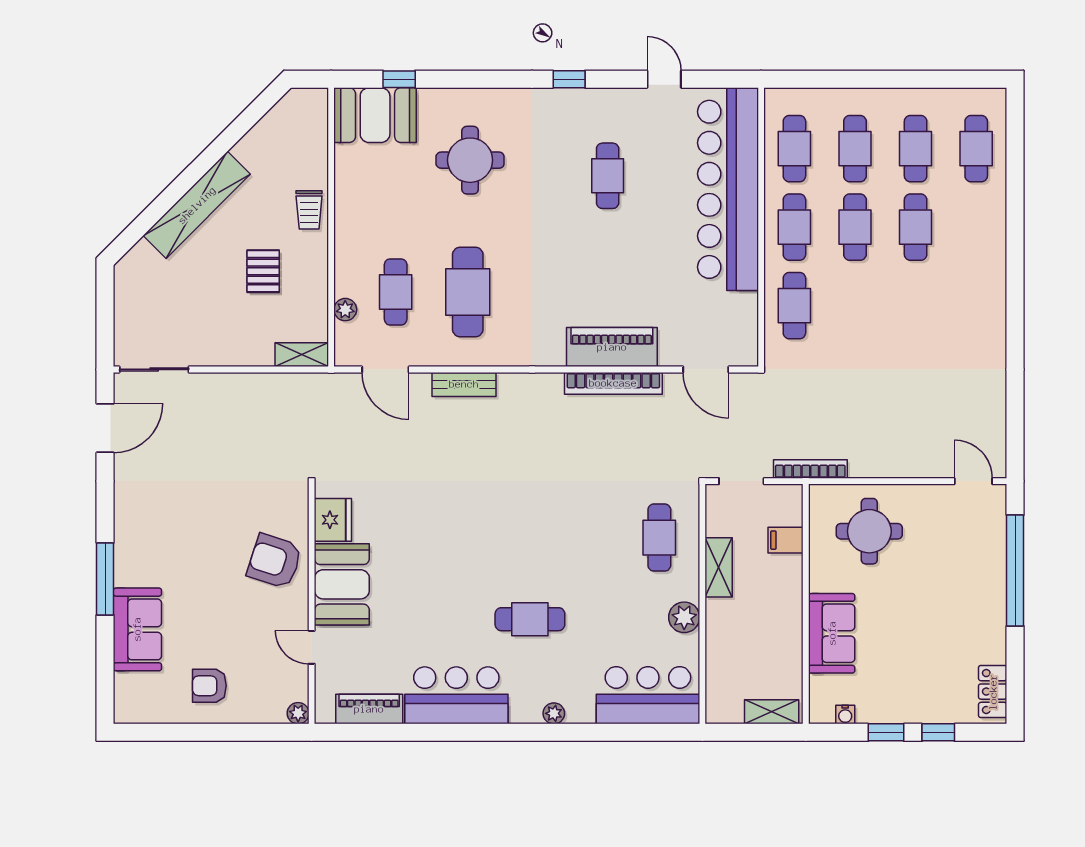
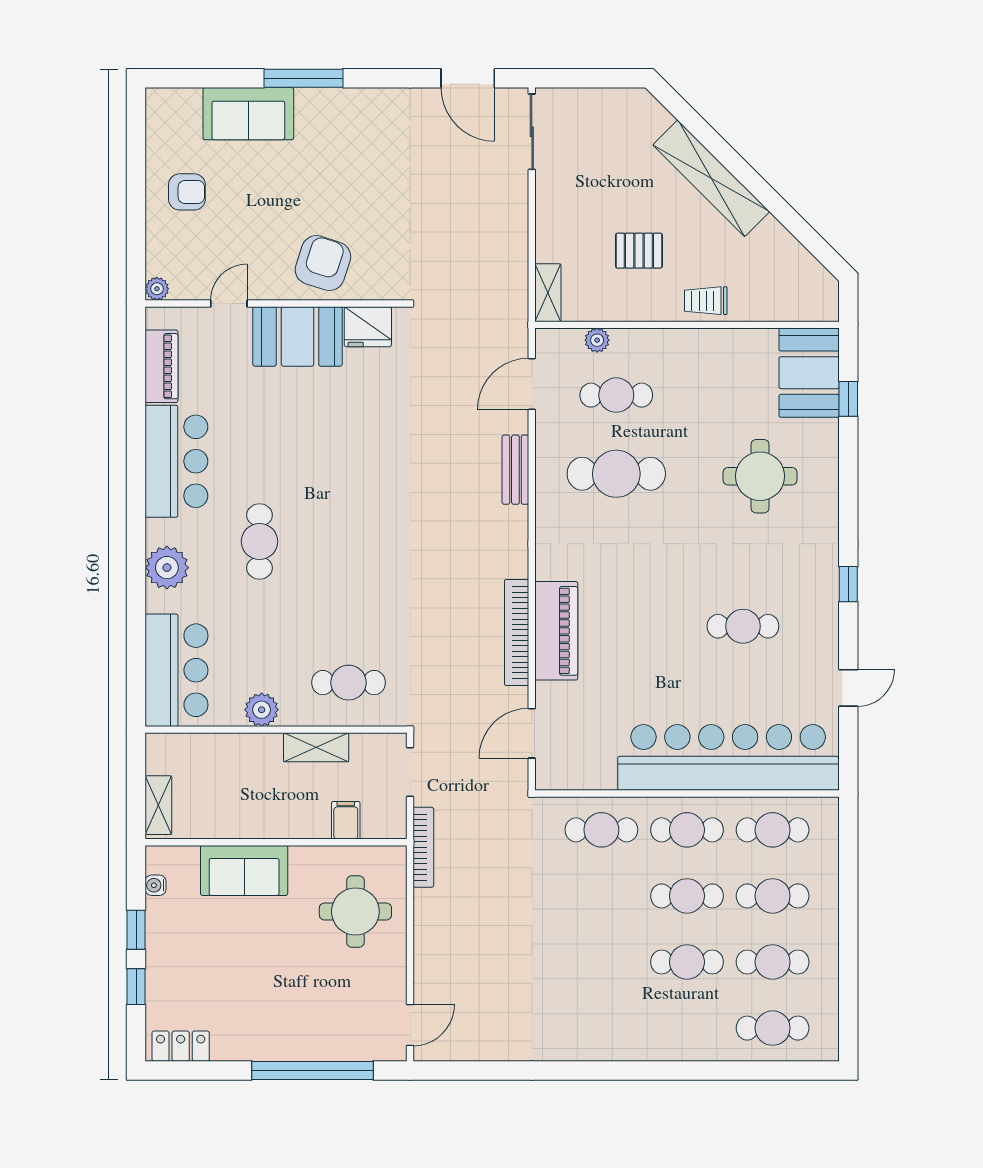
armchair: (209, 686) -> (187, 192), turned 90
plant: (554, 713) -> (167, 568), width x1.88, depth x1.88

